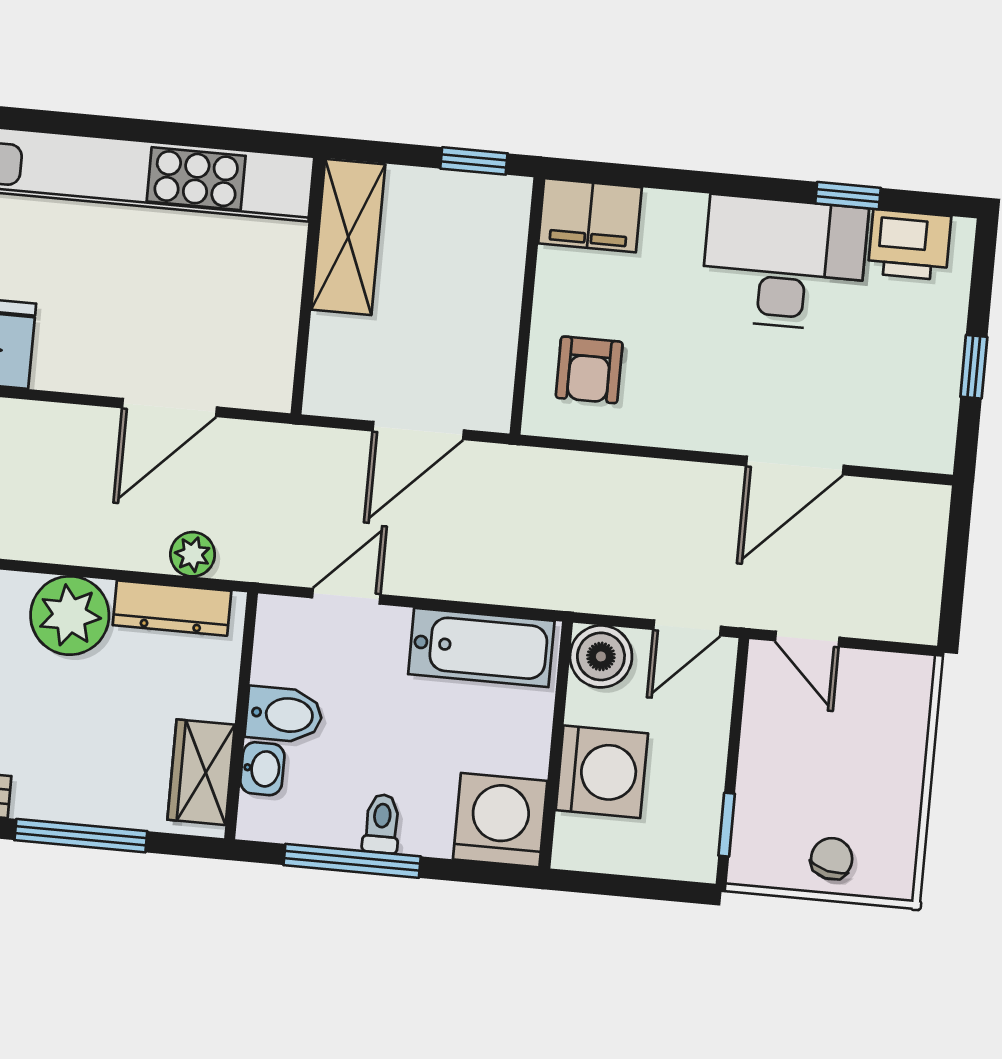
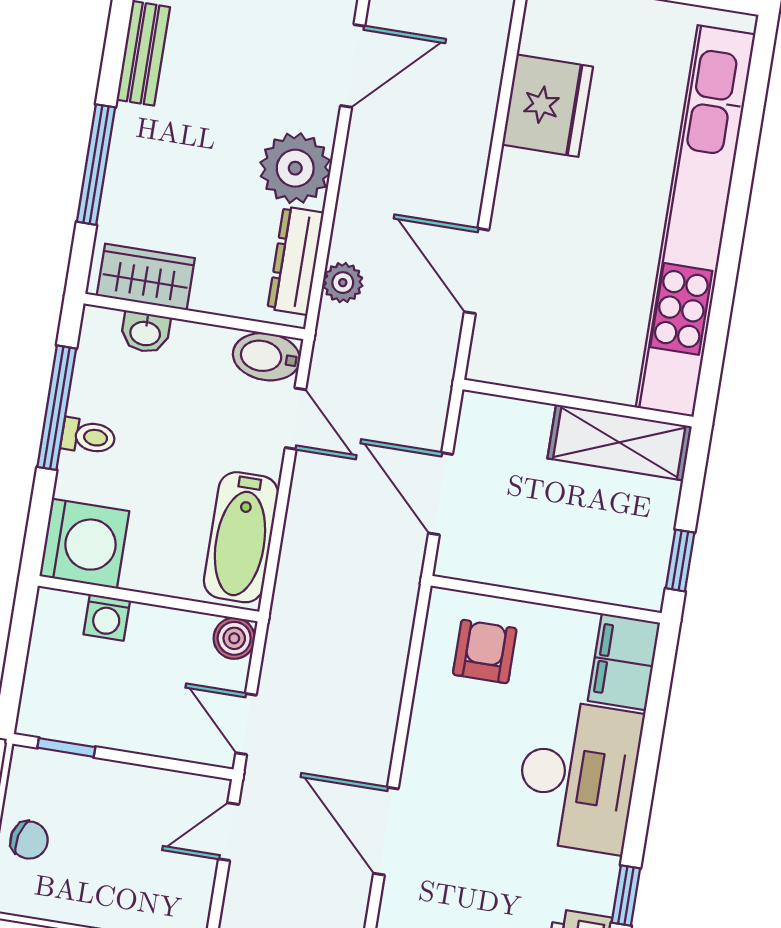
desk: (784, 263) -> (578, 776), moved
armchair: (589, 370) -> (485, 651), turned 90
boiler: (601, 656) -> (234, 638), width x0.73, depth x0.73
bidet: (284, 715) -> (266, 357), moved, turned 90
washing machine: (602, 772) -> (107, 617), width x0.53, depth x0.53

